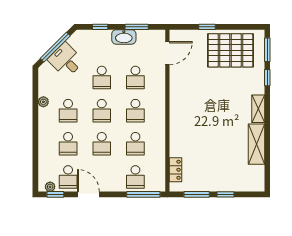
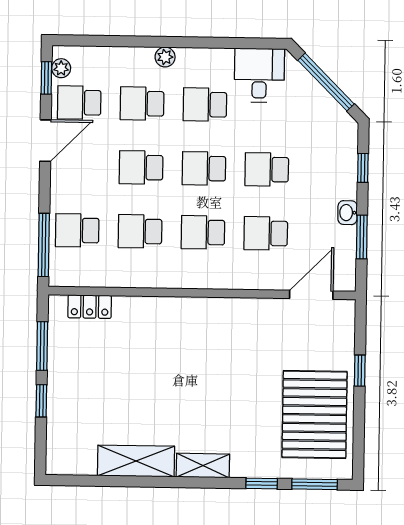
washbasin: (124, 37) -> (347, 213), width x0.52, depth x0.69
door: (167, 53) -> (311, 295), swing flipped
desk: (66, 60) -> (259, 75), moved, turned -45
plant: (43, 102) -> (165, 57), moved

